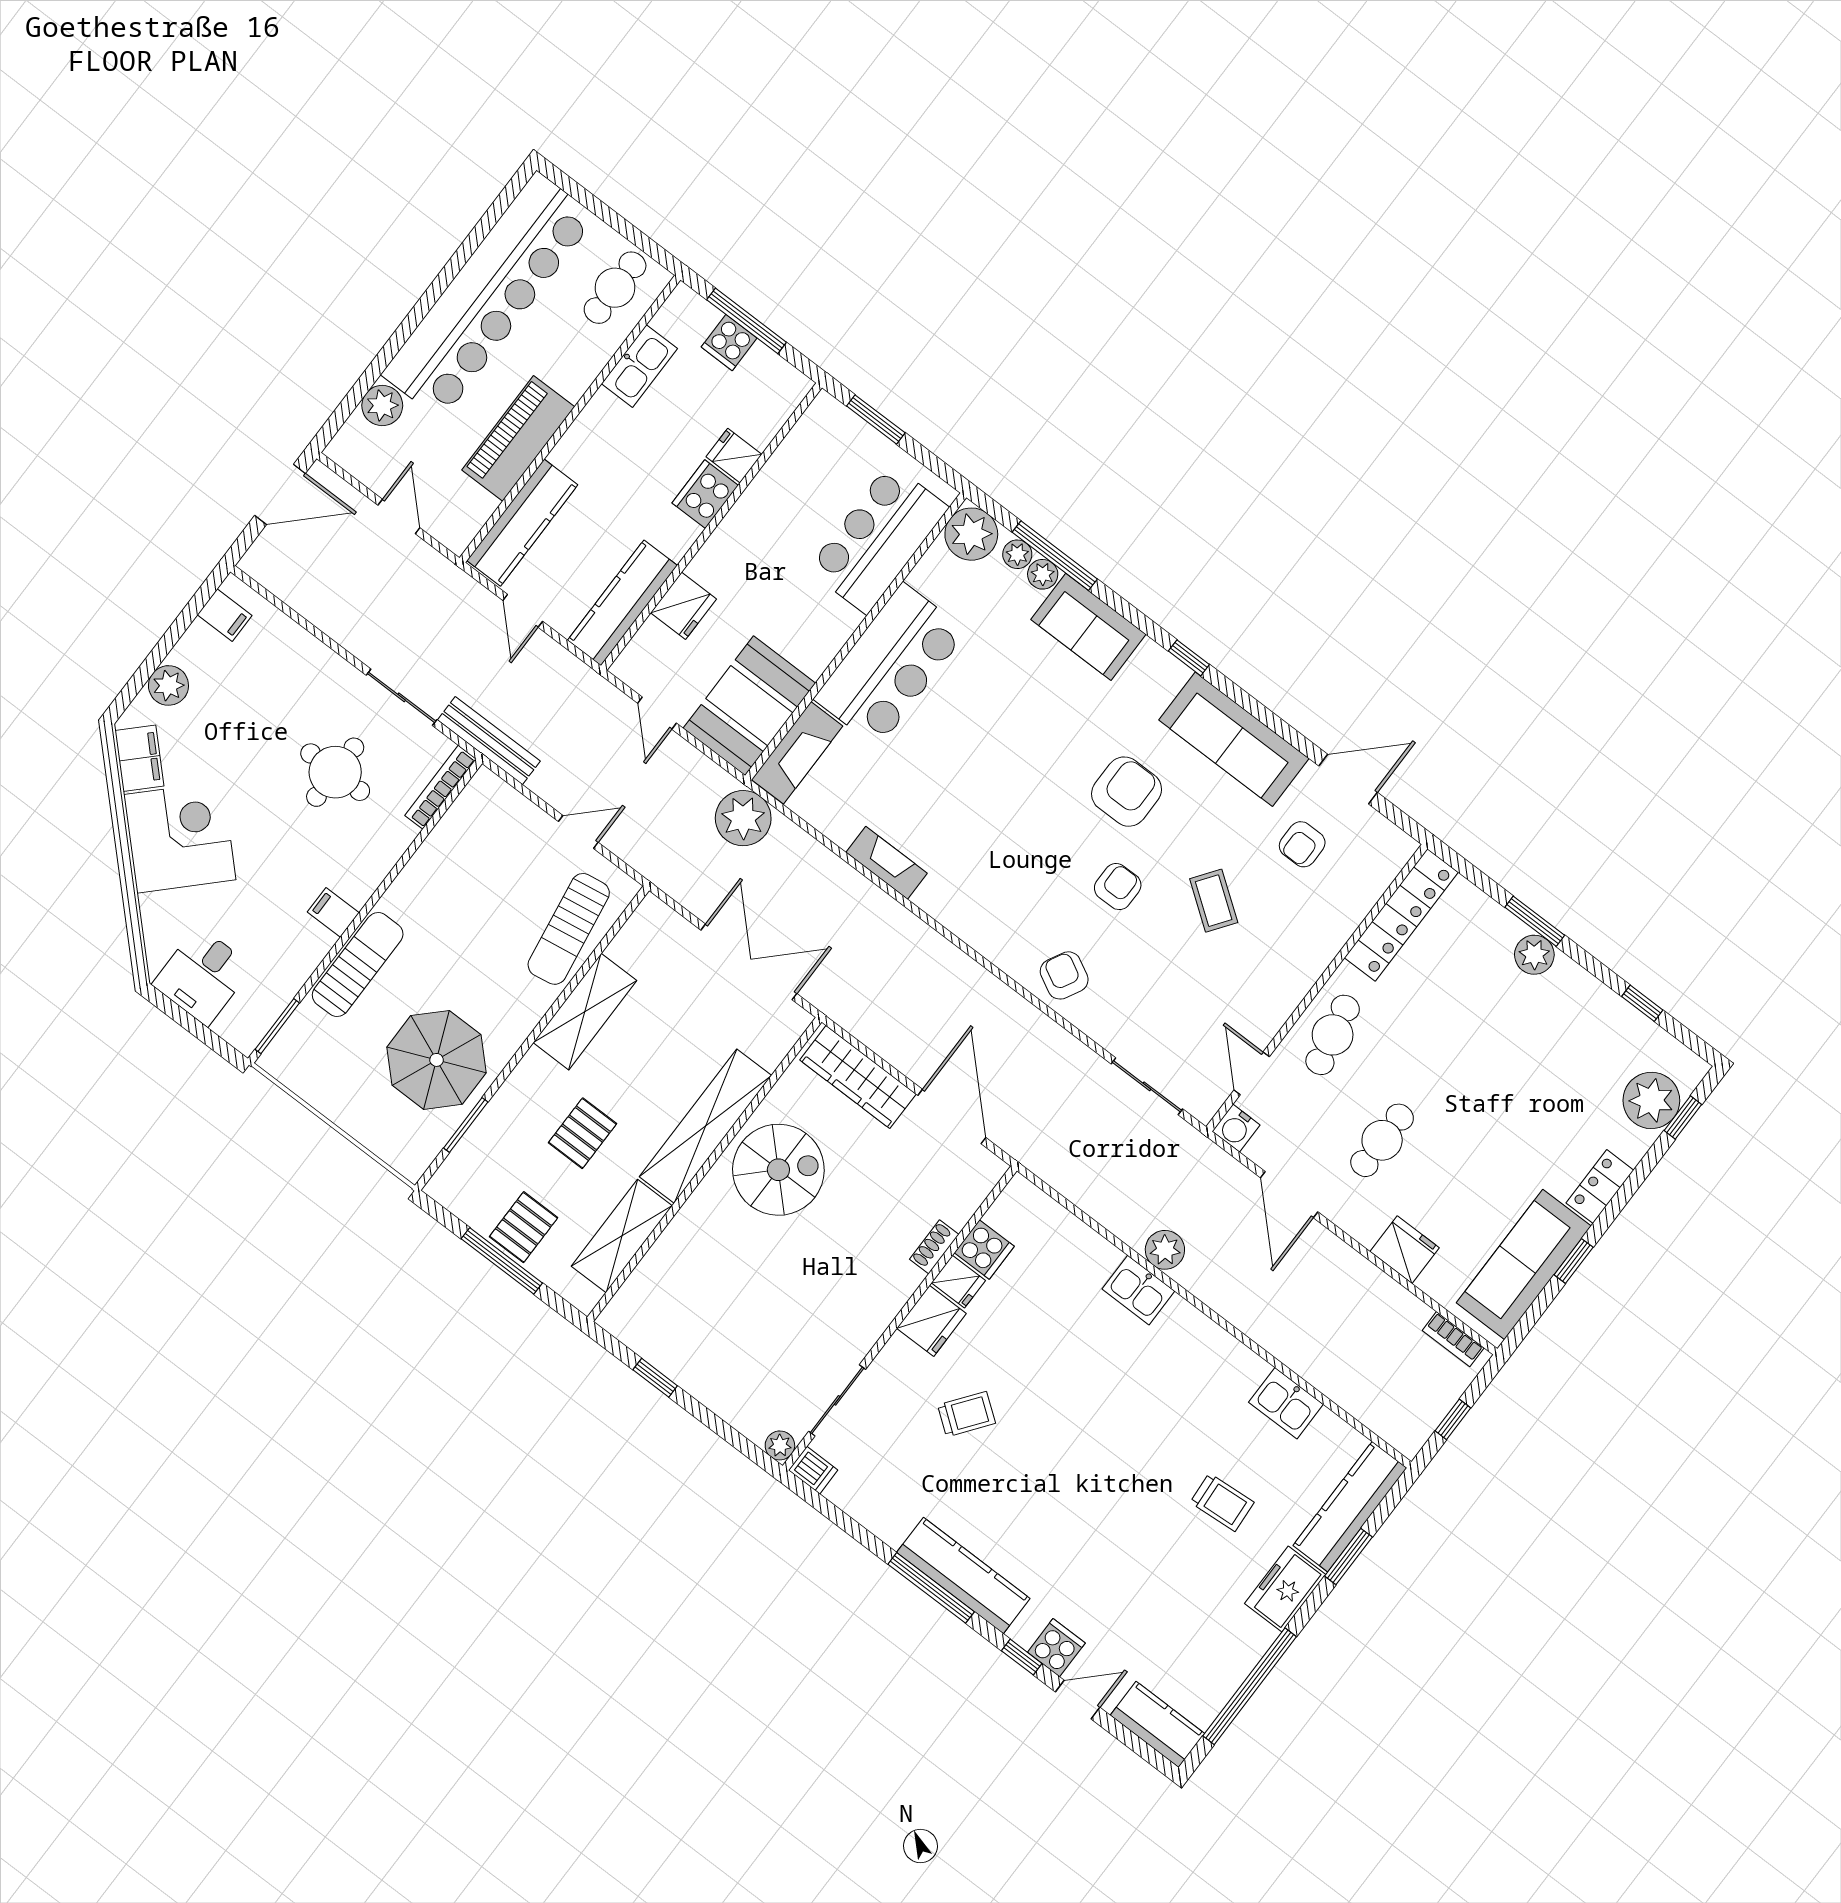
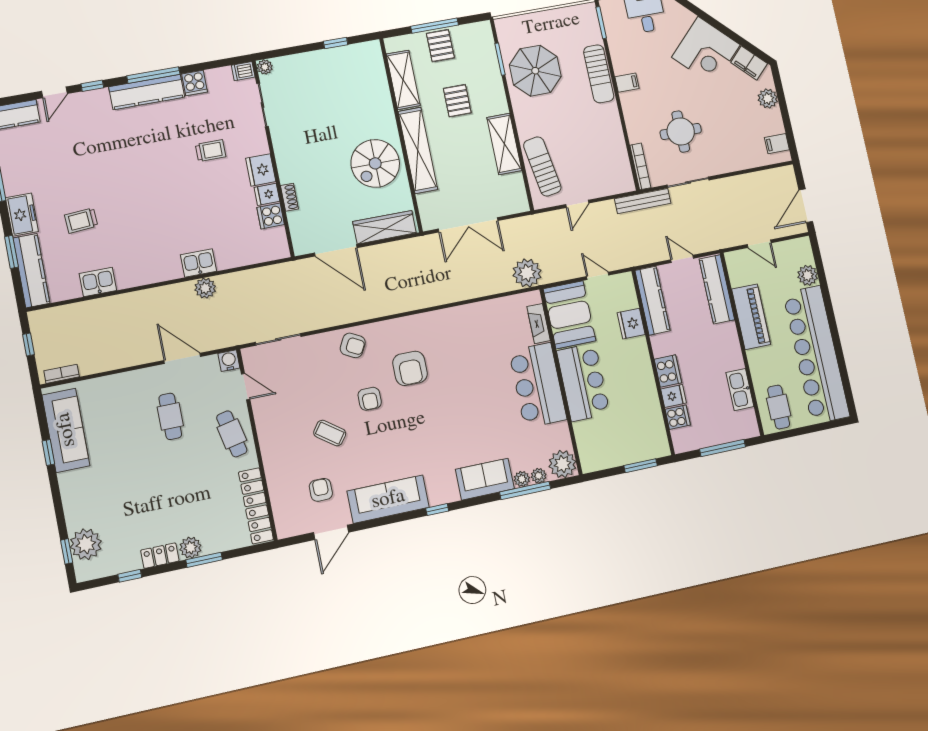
cooker: (729, 343) -> (678, 417), moved, turned 90
bar counter: (878, 538) -> (583, 382), moved
fireplace: (797, 753) -> (539, 323), width x0.73, depth x0.76
armchair: (1127, 792) -> (410, 368), moved
fireplace: (887, 863) -> (460, 314), removed
locker: (1600, 1187) -> (160, 556), moved, turned -90
fridge: (1405, 1250) -> (117, 386), removed
trolley: (967, 1414) -> (211, 151), turned -127
cooker: (1056, 1648) -> (194, 83), moved

